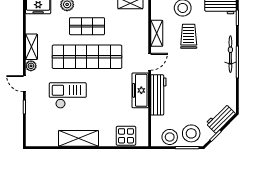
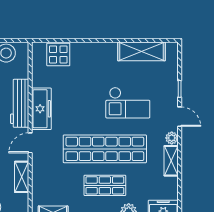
shelving: (78, 138) -> (141, 51), moved

